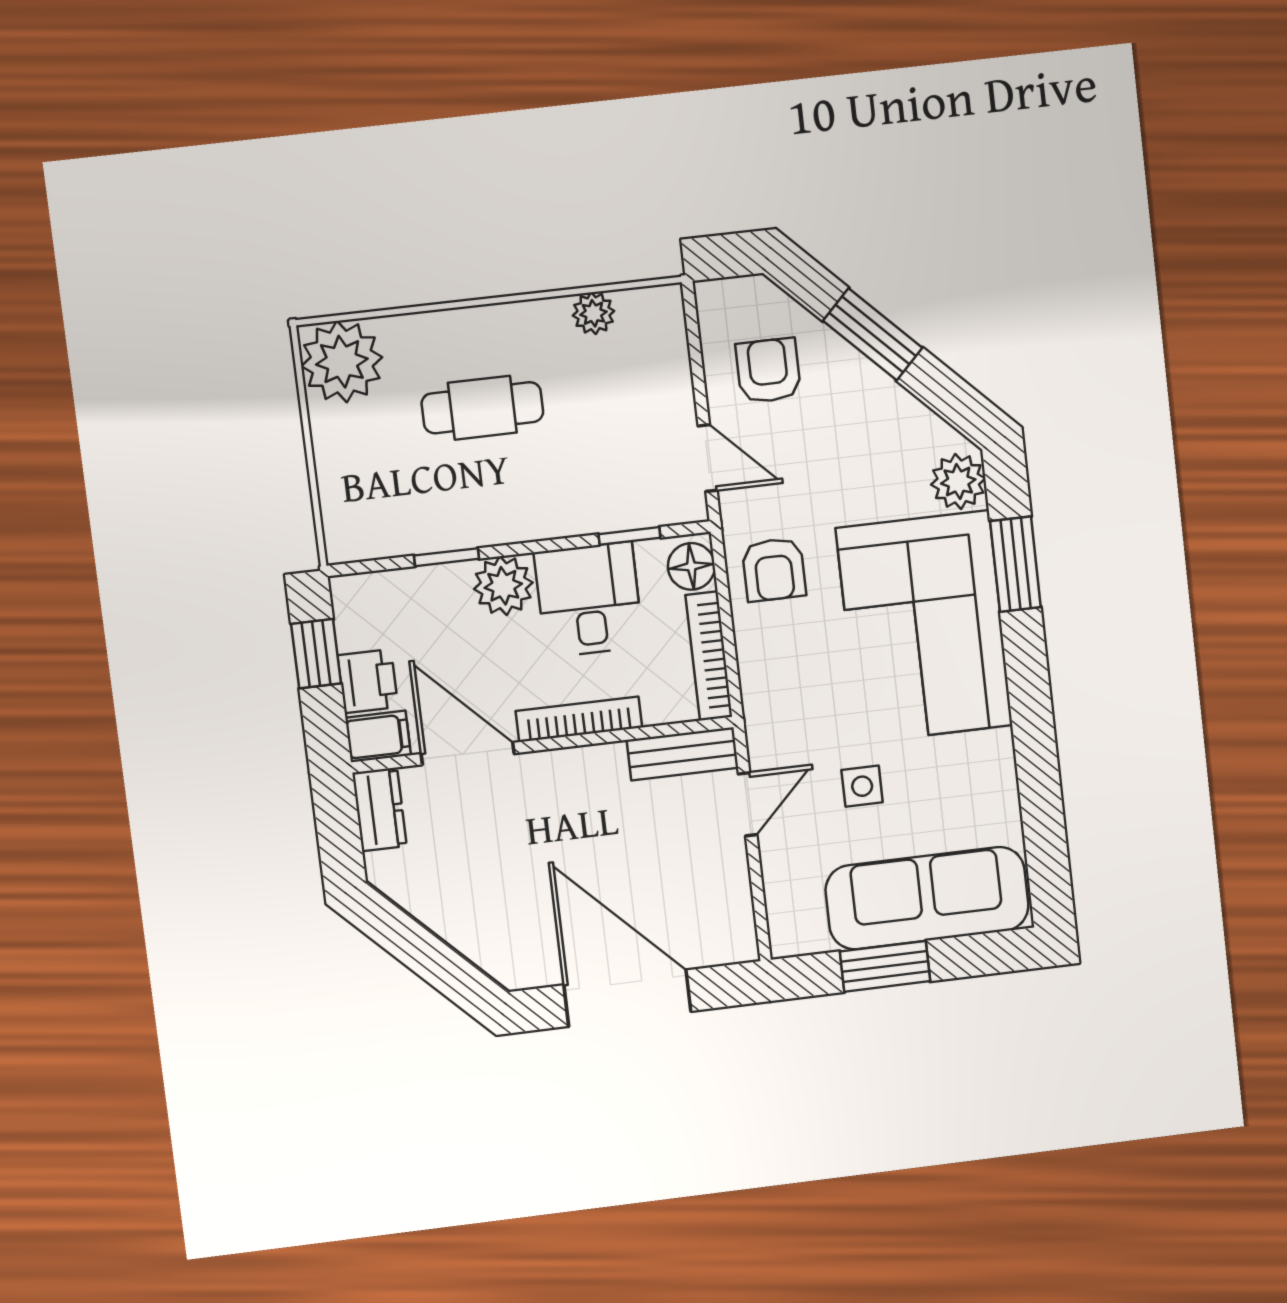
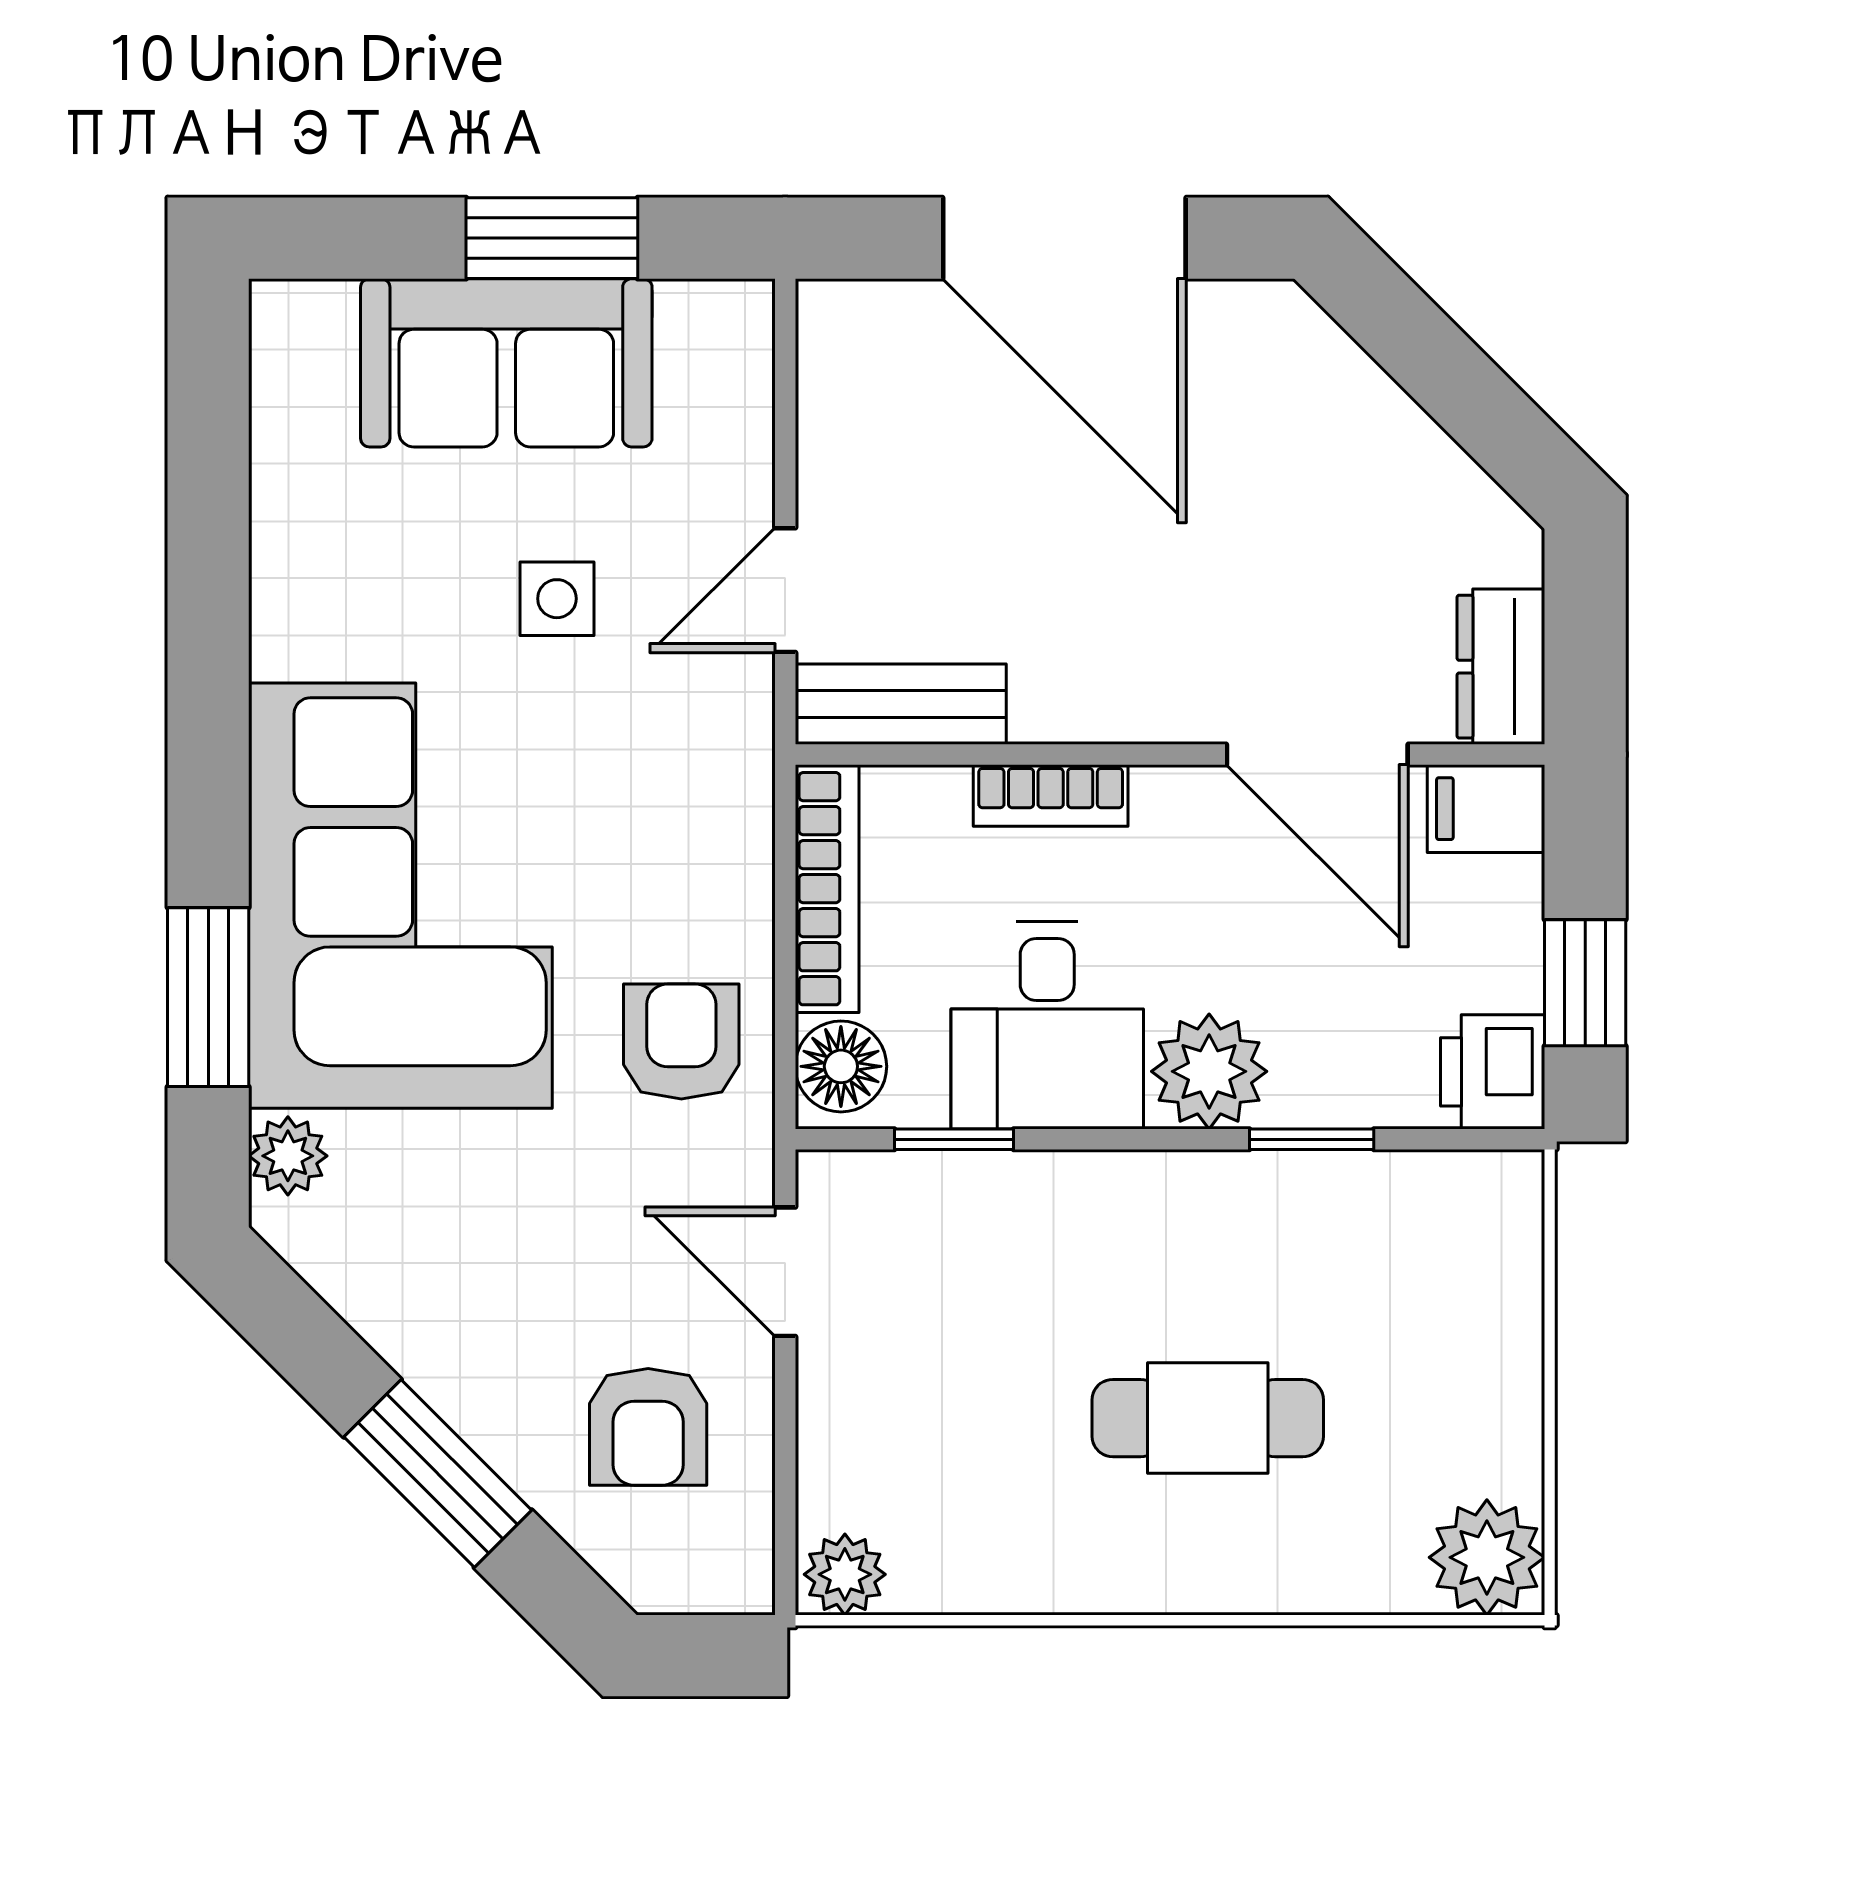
plant: (593, 313) -> (845, 1574), moved
plant: (342, 362) -> (1487, 1557), width x0.73, depth x0.73
plant: (958, 482) -> (288, 1156), width x0.73, depth x0.73
printer: (368, 681) -> (1493, 1072), moved
bookcase: (579, 719) -> (1051, 795), width x0.64
sofa: (927, 898) -> (506, 363), width x0.73

